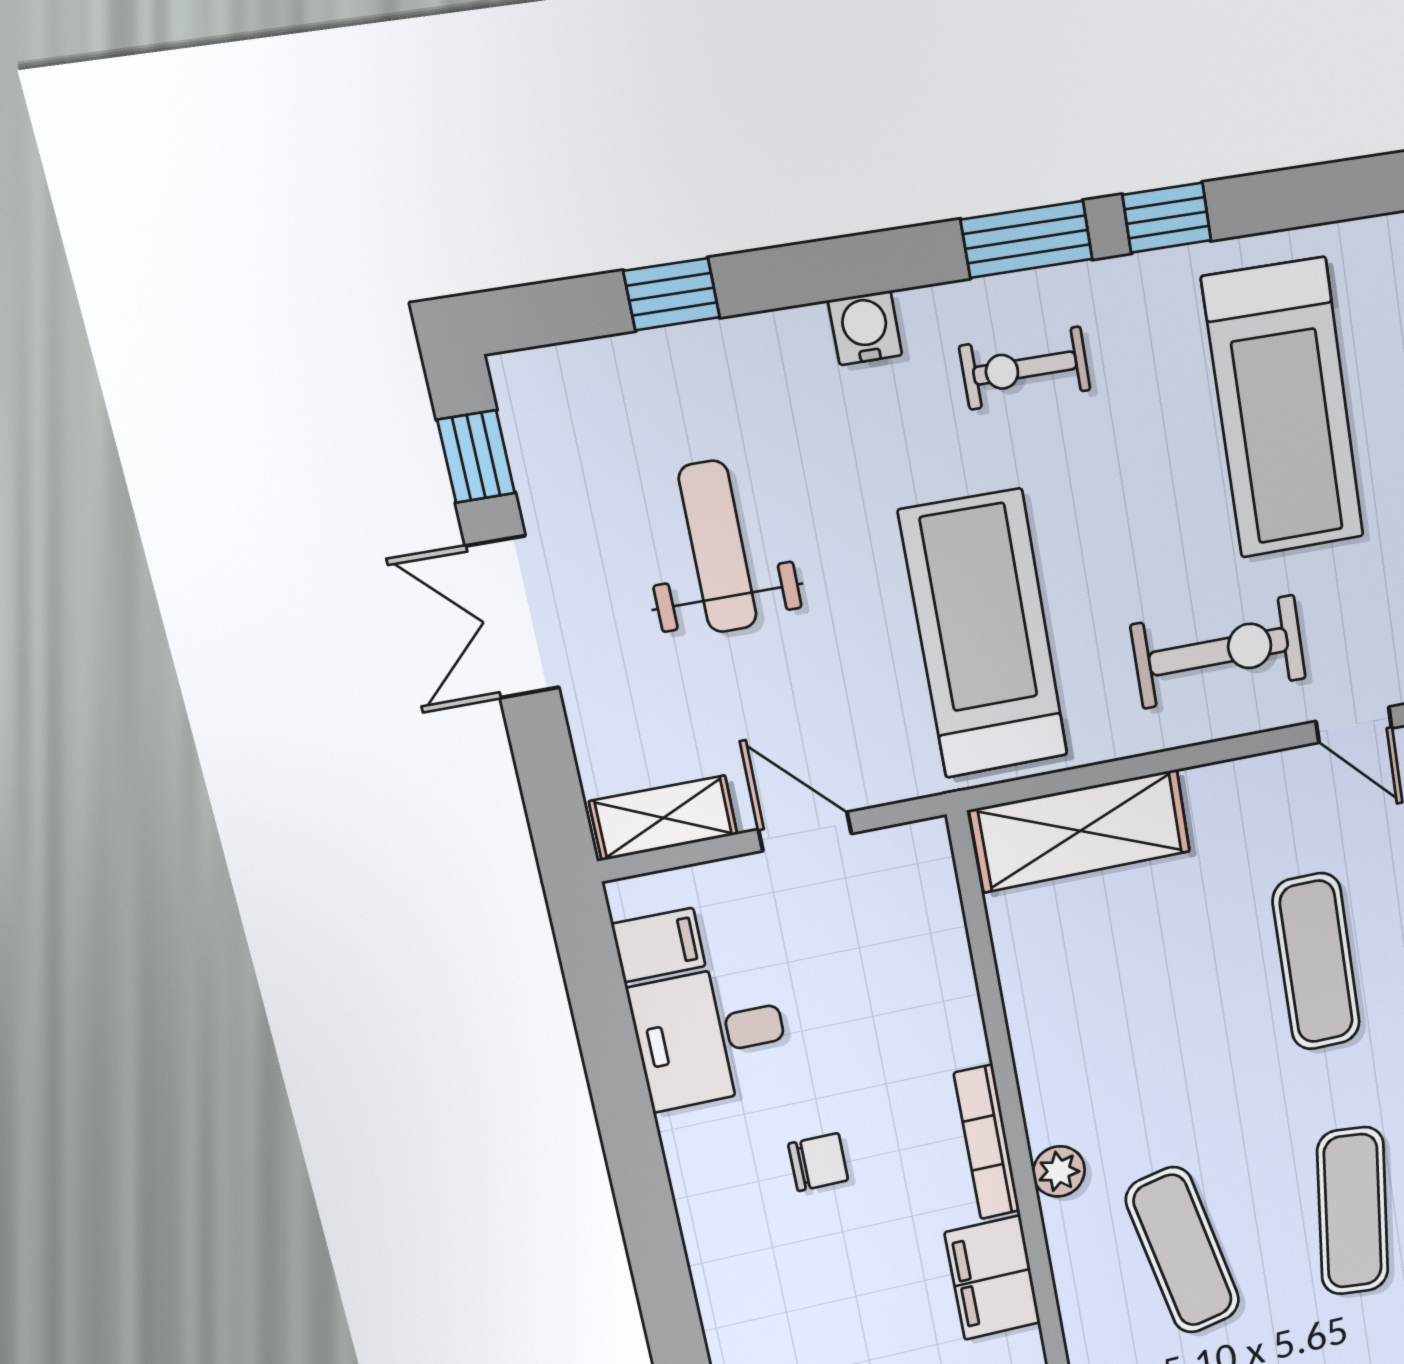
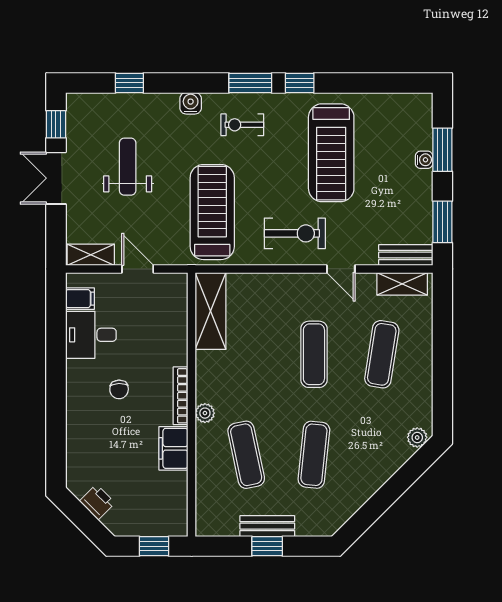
shelving: (1080, 831) -> (211, 311), moved, turned 90
chair: (818, 1162) -> (119, 389), turned 88

